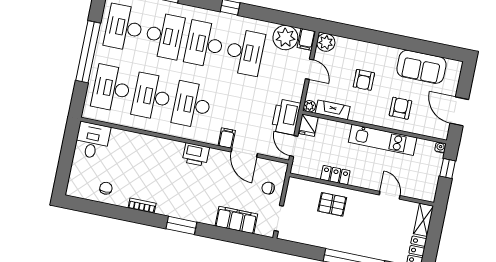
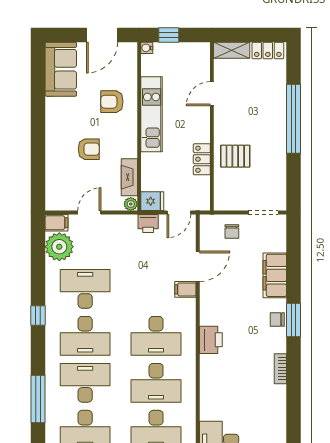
plant: (326, 42) -> (55, 200), removed
sofa: (421, 67) -> (61, 69), moved
printer: (286, 117) -> (148, 223), width x0.53, depth x0.68
printer: (196, 154) -> (211, 340), moved
chair: (106, 188) -> (277, 319), moved
pallet: (332, 204) -> (235, 156), turned 90
filing cabinet: (236, 220) -> (275, 275), moved

